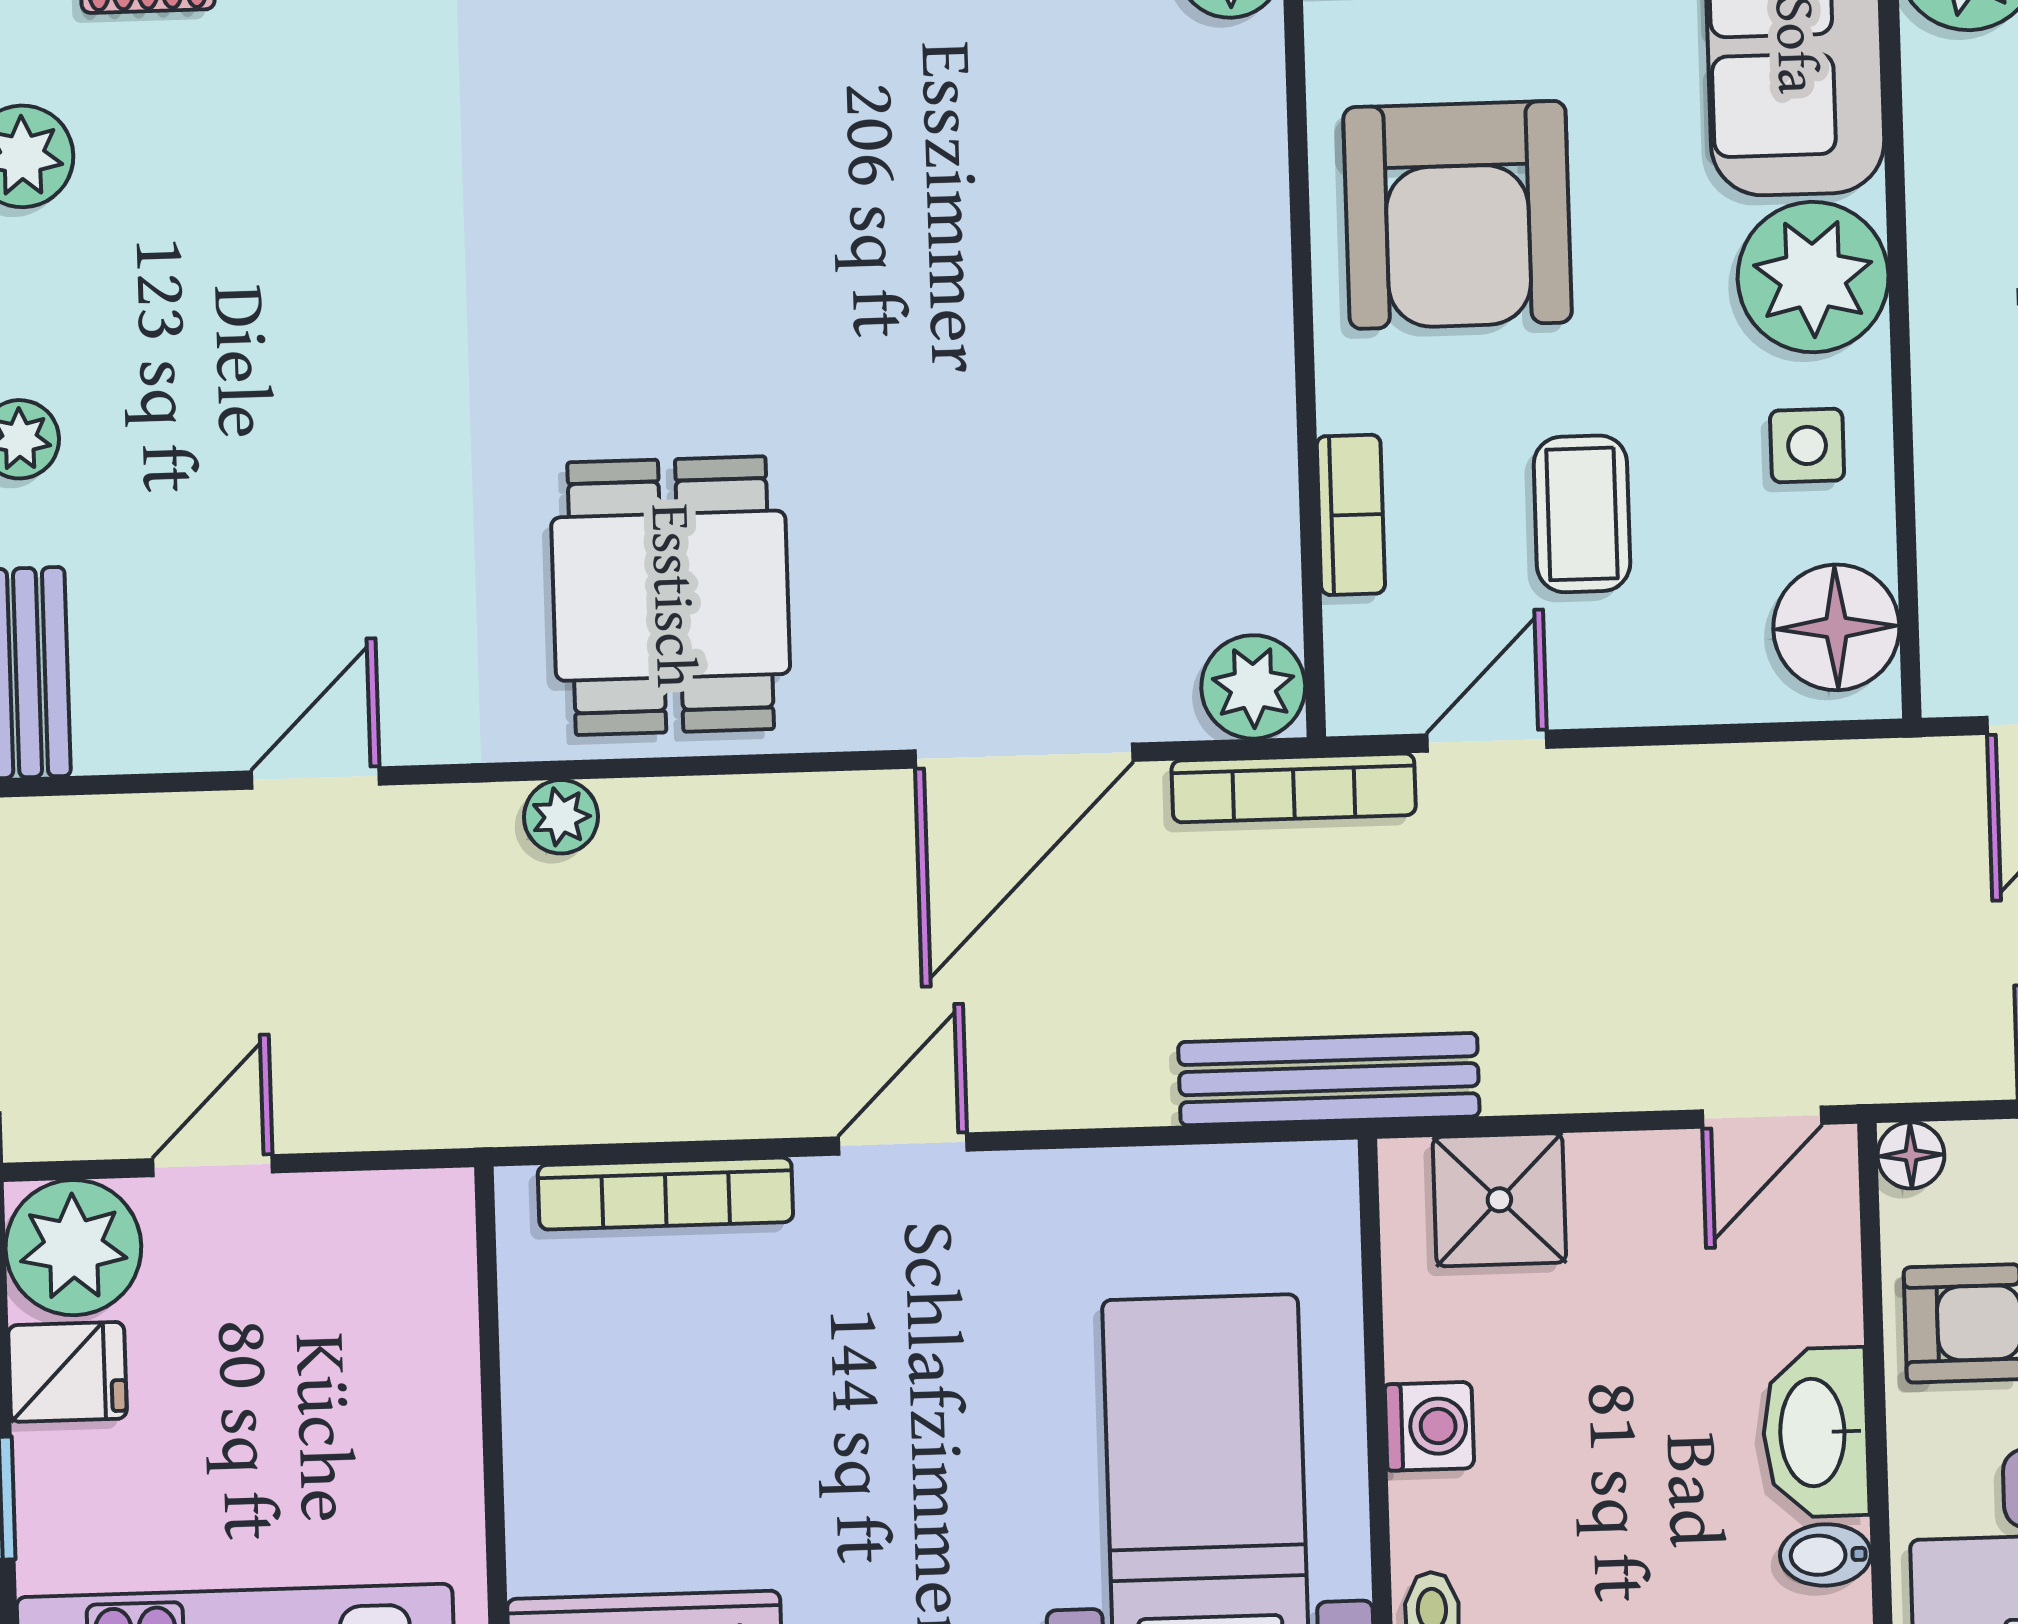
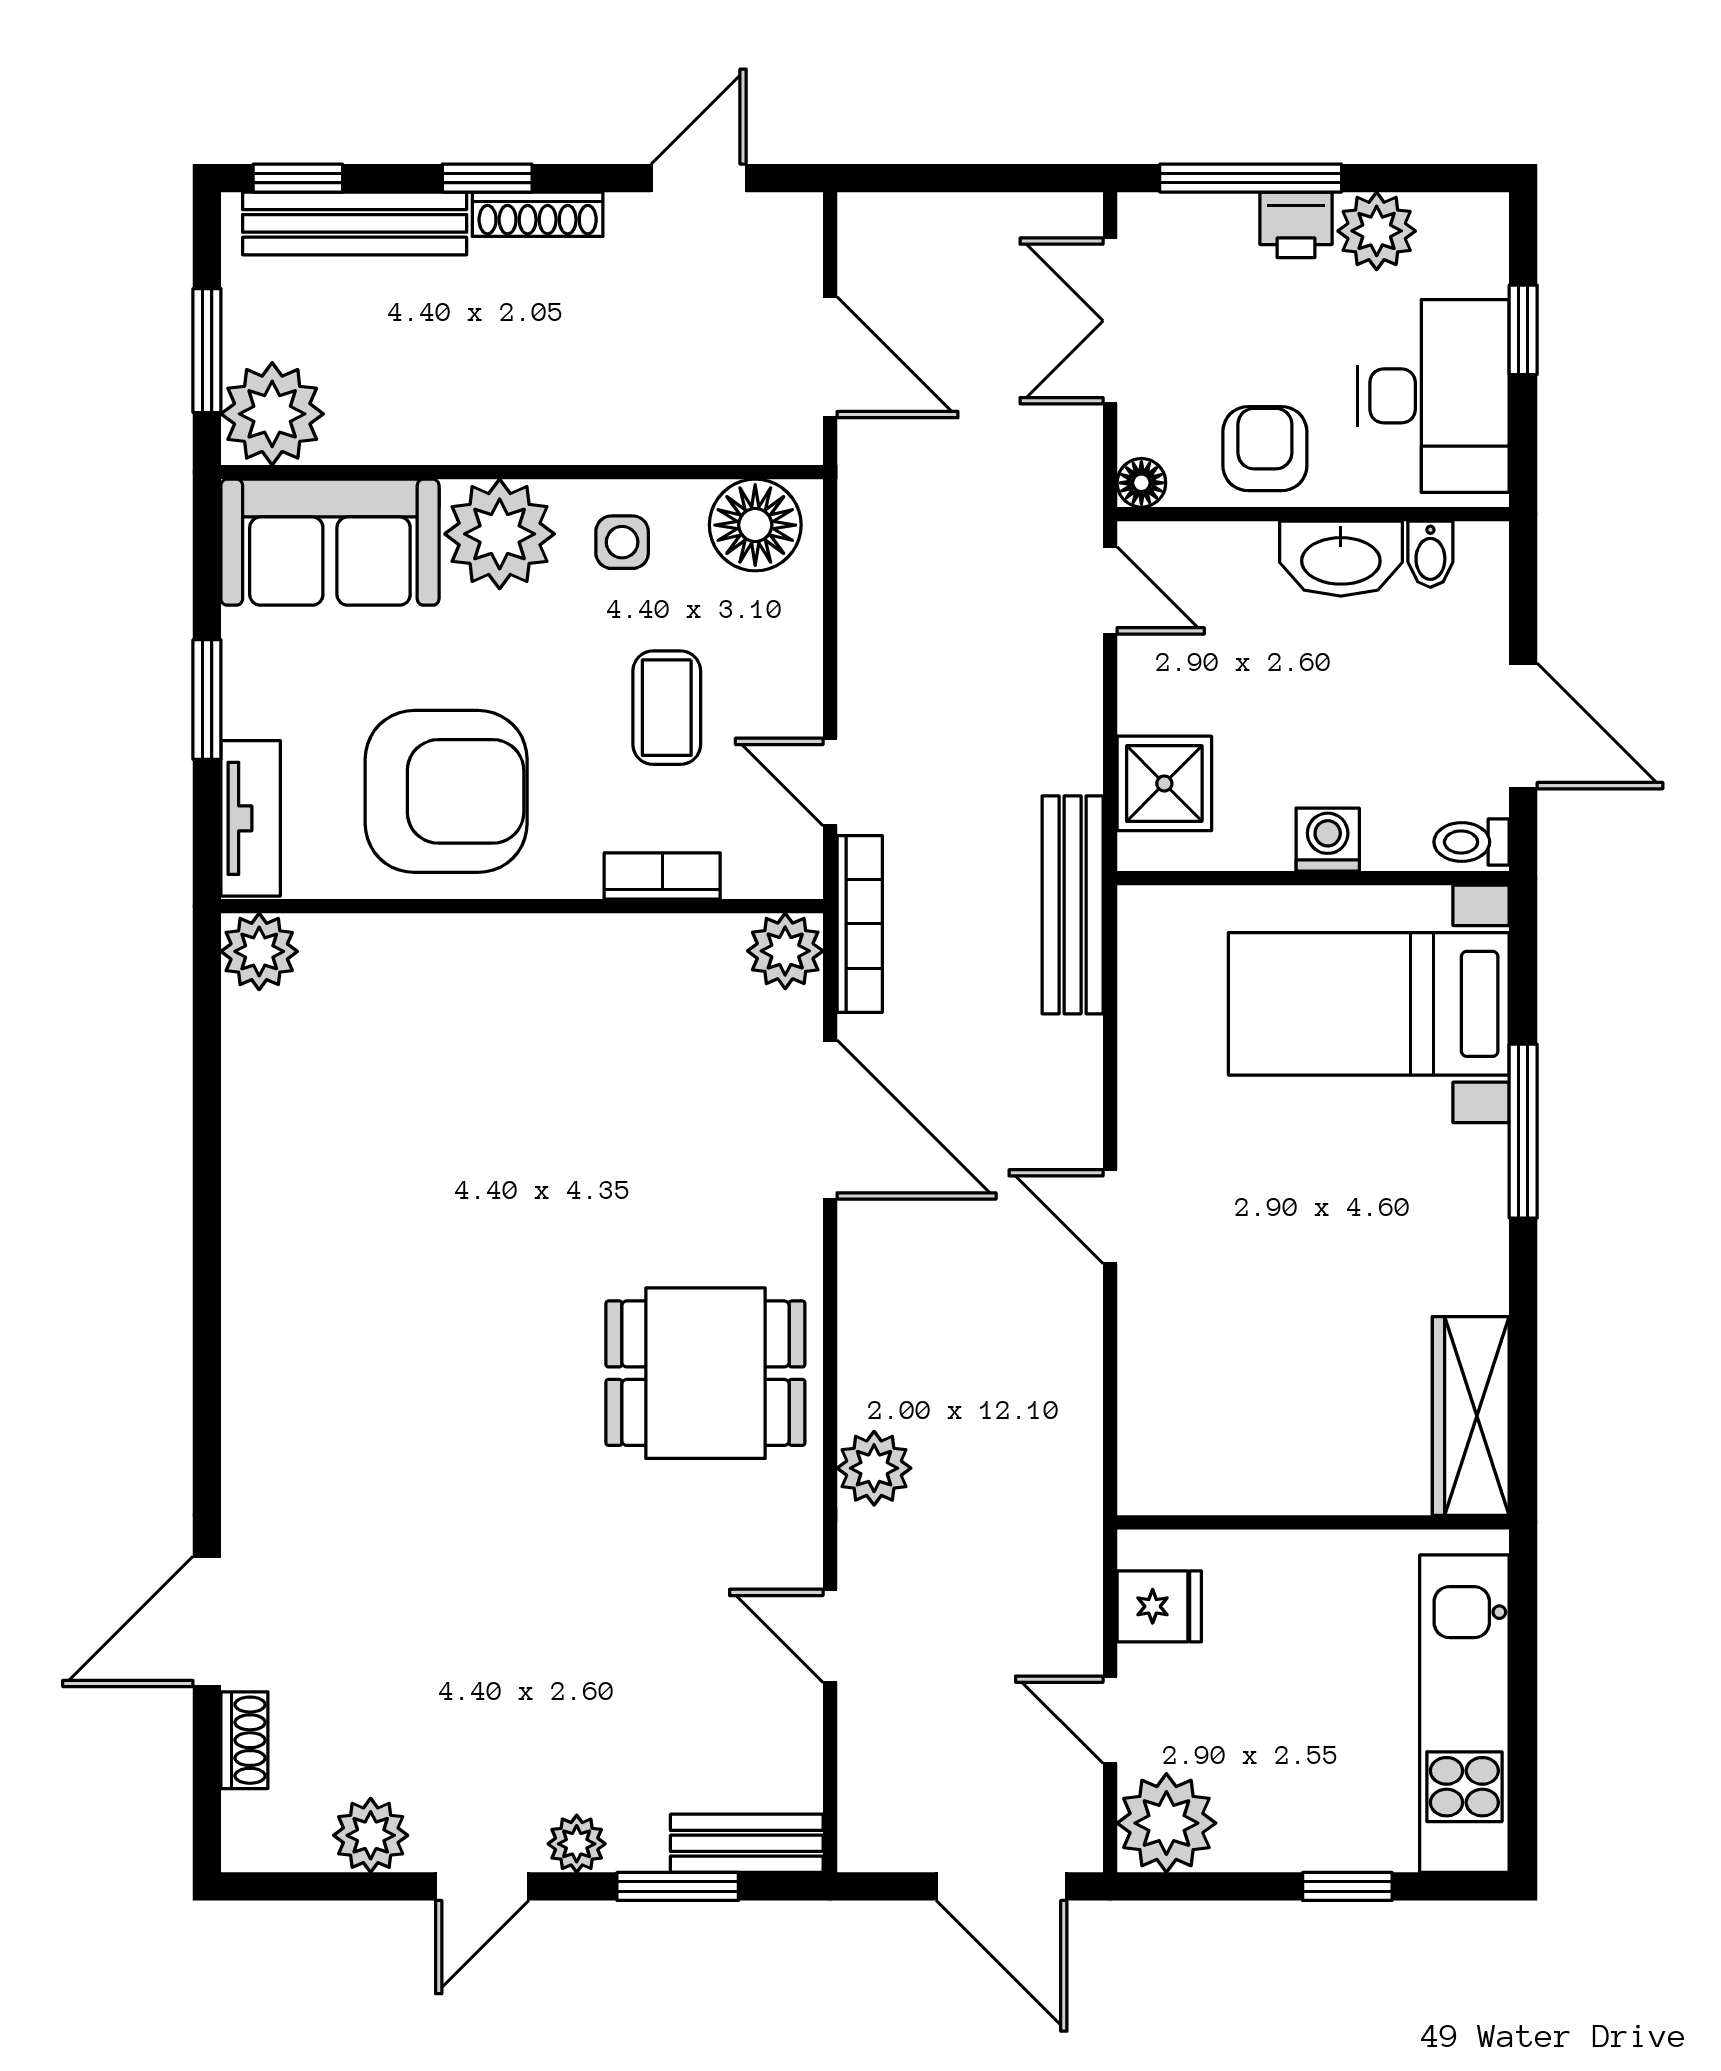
coffee table: (1582, 514) -> (667, 708), turned 90
plant: (561, 817) -> (874, 1468), width x1.38, depth x1.38
bookcase: (665, 1194) -> (1141, 1391), removed
fridge: (67, 1372) -> (1159, 1606), moved, turned 90

